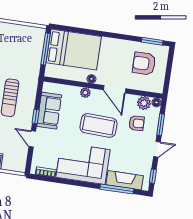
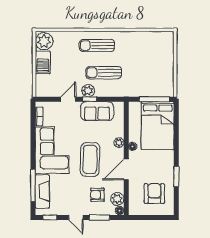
window: (152, 41) -> (176, 176), moved
plant: (26, 117) -> (88, 91), added
armchair: (137, 123) -> (97, 195), turned 92

